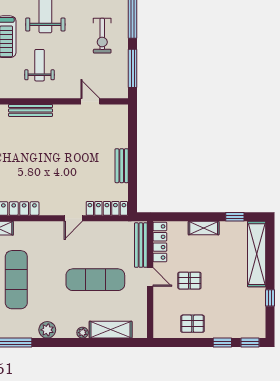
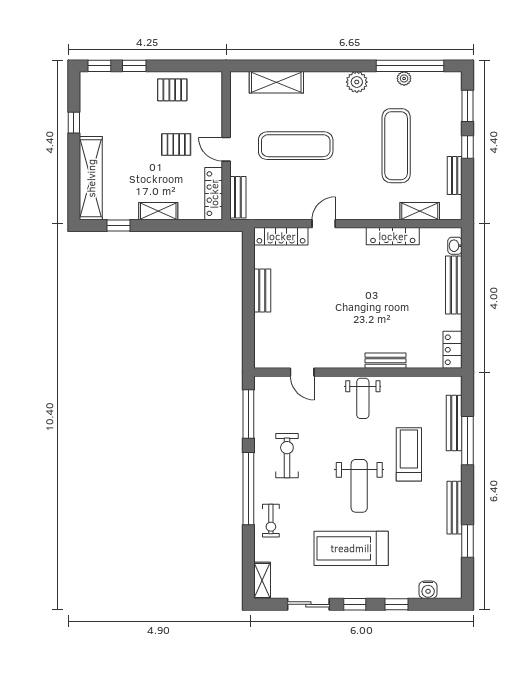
weight bench: (40, 65) -> (363, 398), moved
bench: (31, 110) -> (385, 361), width x0.73
bench: (141, 245) -> (238, 197), width x0.73
plant: (83, 333) -> (404, 78), moved

